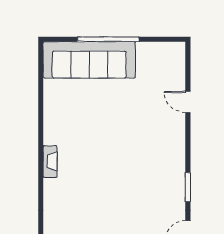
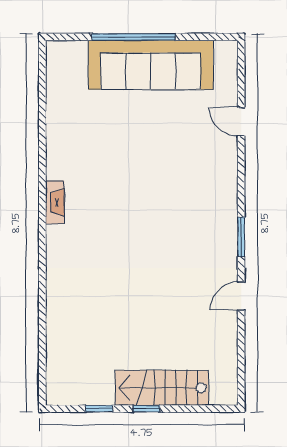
sofa: (89, 60) -> (151, 65), moved

